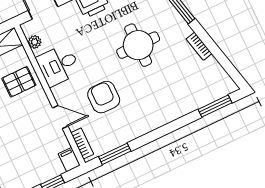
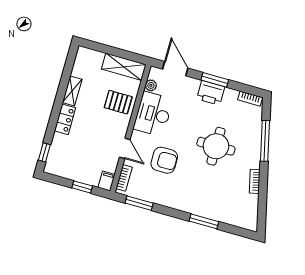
desk: (58, 65) -> (153, 114), width x1.37
armchair: (104, 97) -> (164, 160), turned 90
window: (215, 106) -> (204, 221), moved

